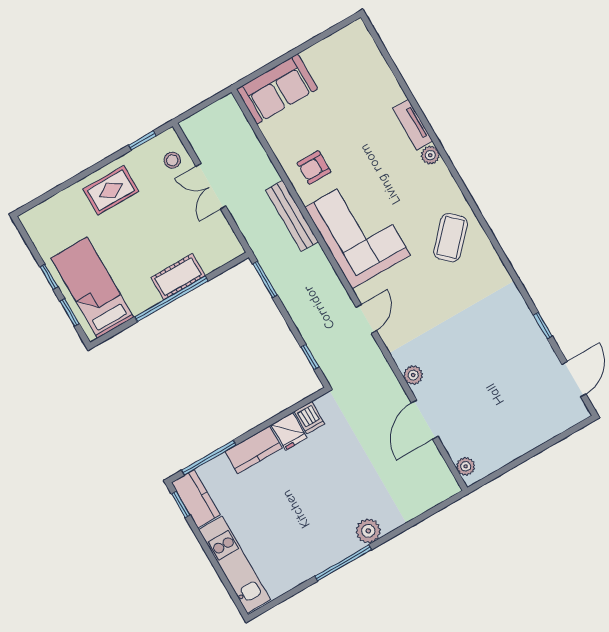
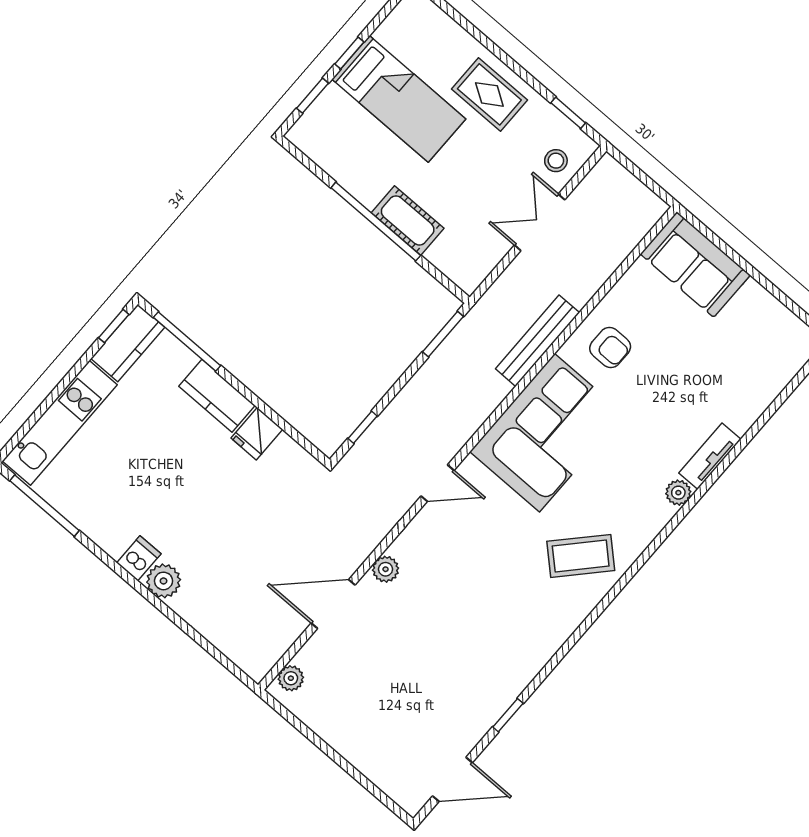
armchair: (314, 167) -> (610, 347), turned 180
bed: (92, 288) -> (399, 99), moved, turned 90
dishwasher: (309, 418) -> (139, 558), moved, turned 180
window: (343, 563) -> (44, 506), moved

